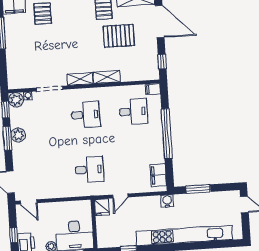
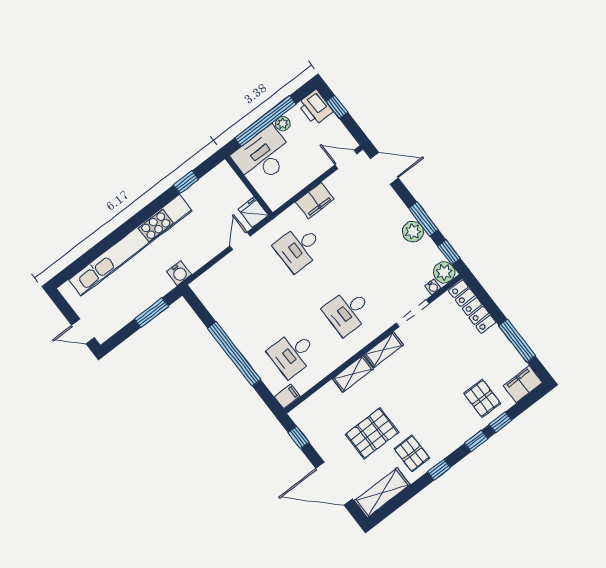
locker: (13, 70) -> (472, 307), added
filing cabinet: (158, 175) -> (315, 201), moved, turned 90

